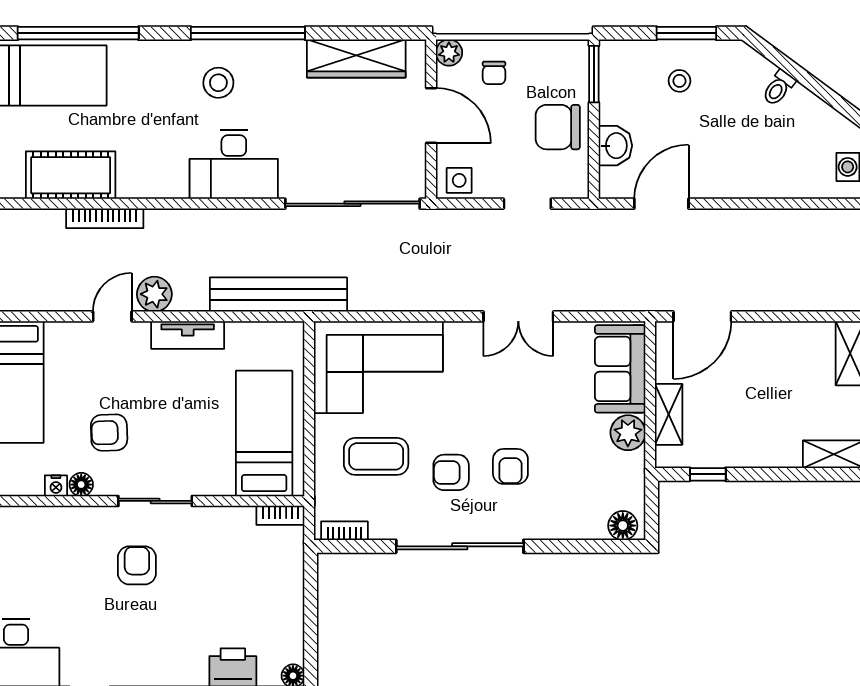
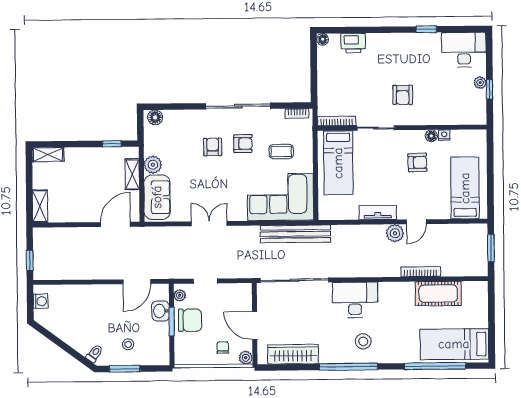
window: (594, 74) -> (172, 322), moved
toilet: (779, 88) -> (94, 354), moved
plant: (577, 176) -> (180, 295), added
side table: (459, 180) -> (240, 293), removed
bench: (278, 295) -> (296, 234), moved
coffee table: (376, 456) -> (281, 151), width x0.73, depth x0.77
sliding door: (155, 501) -> (376, 128), moved
bookcase: (280, 515) -> (337, 121), width x1.56

